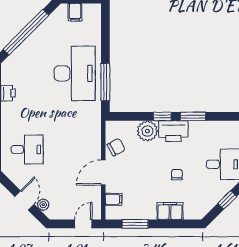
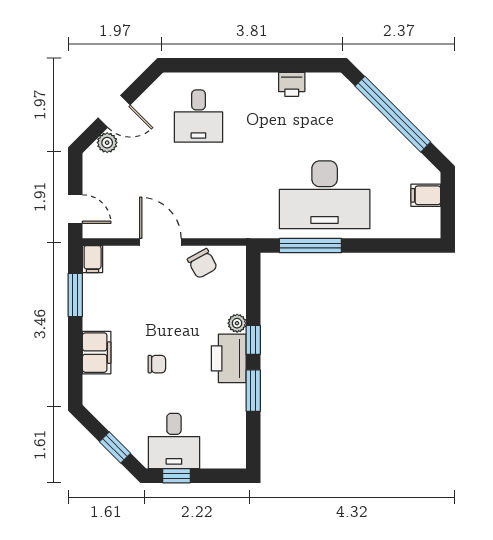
plant: (147, 131) -> (237, 323), width x0.53, depth x0.53
filing cabinet: (114, 199) -> (93, 259), moved

